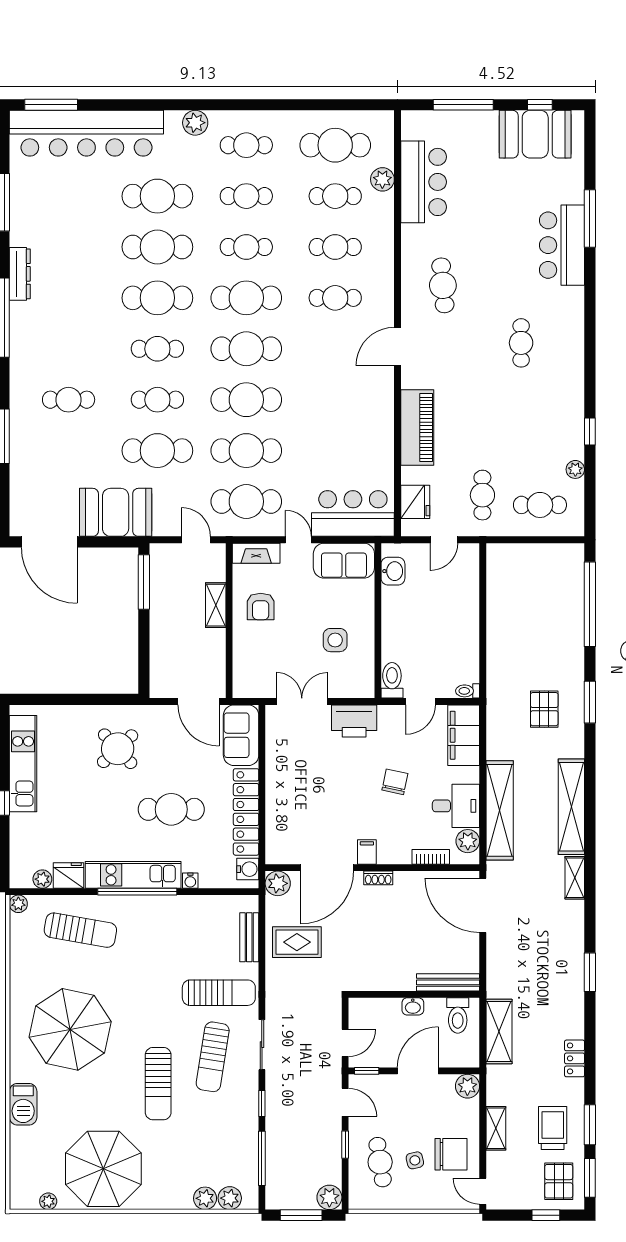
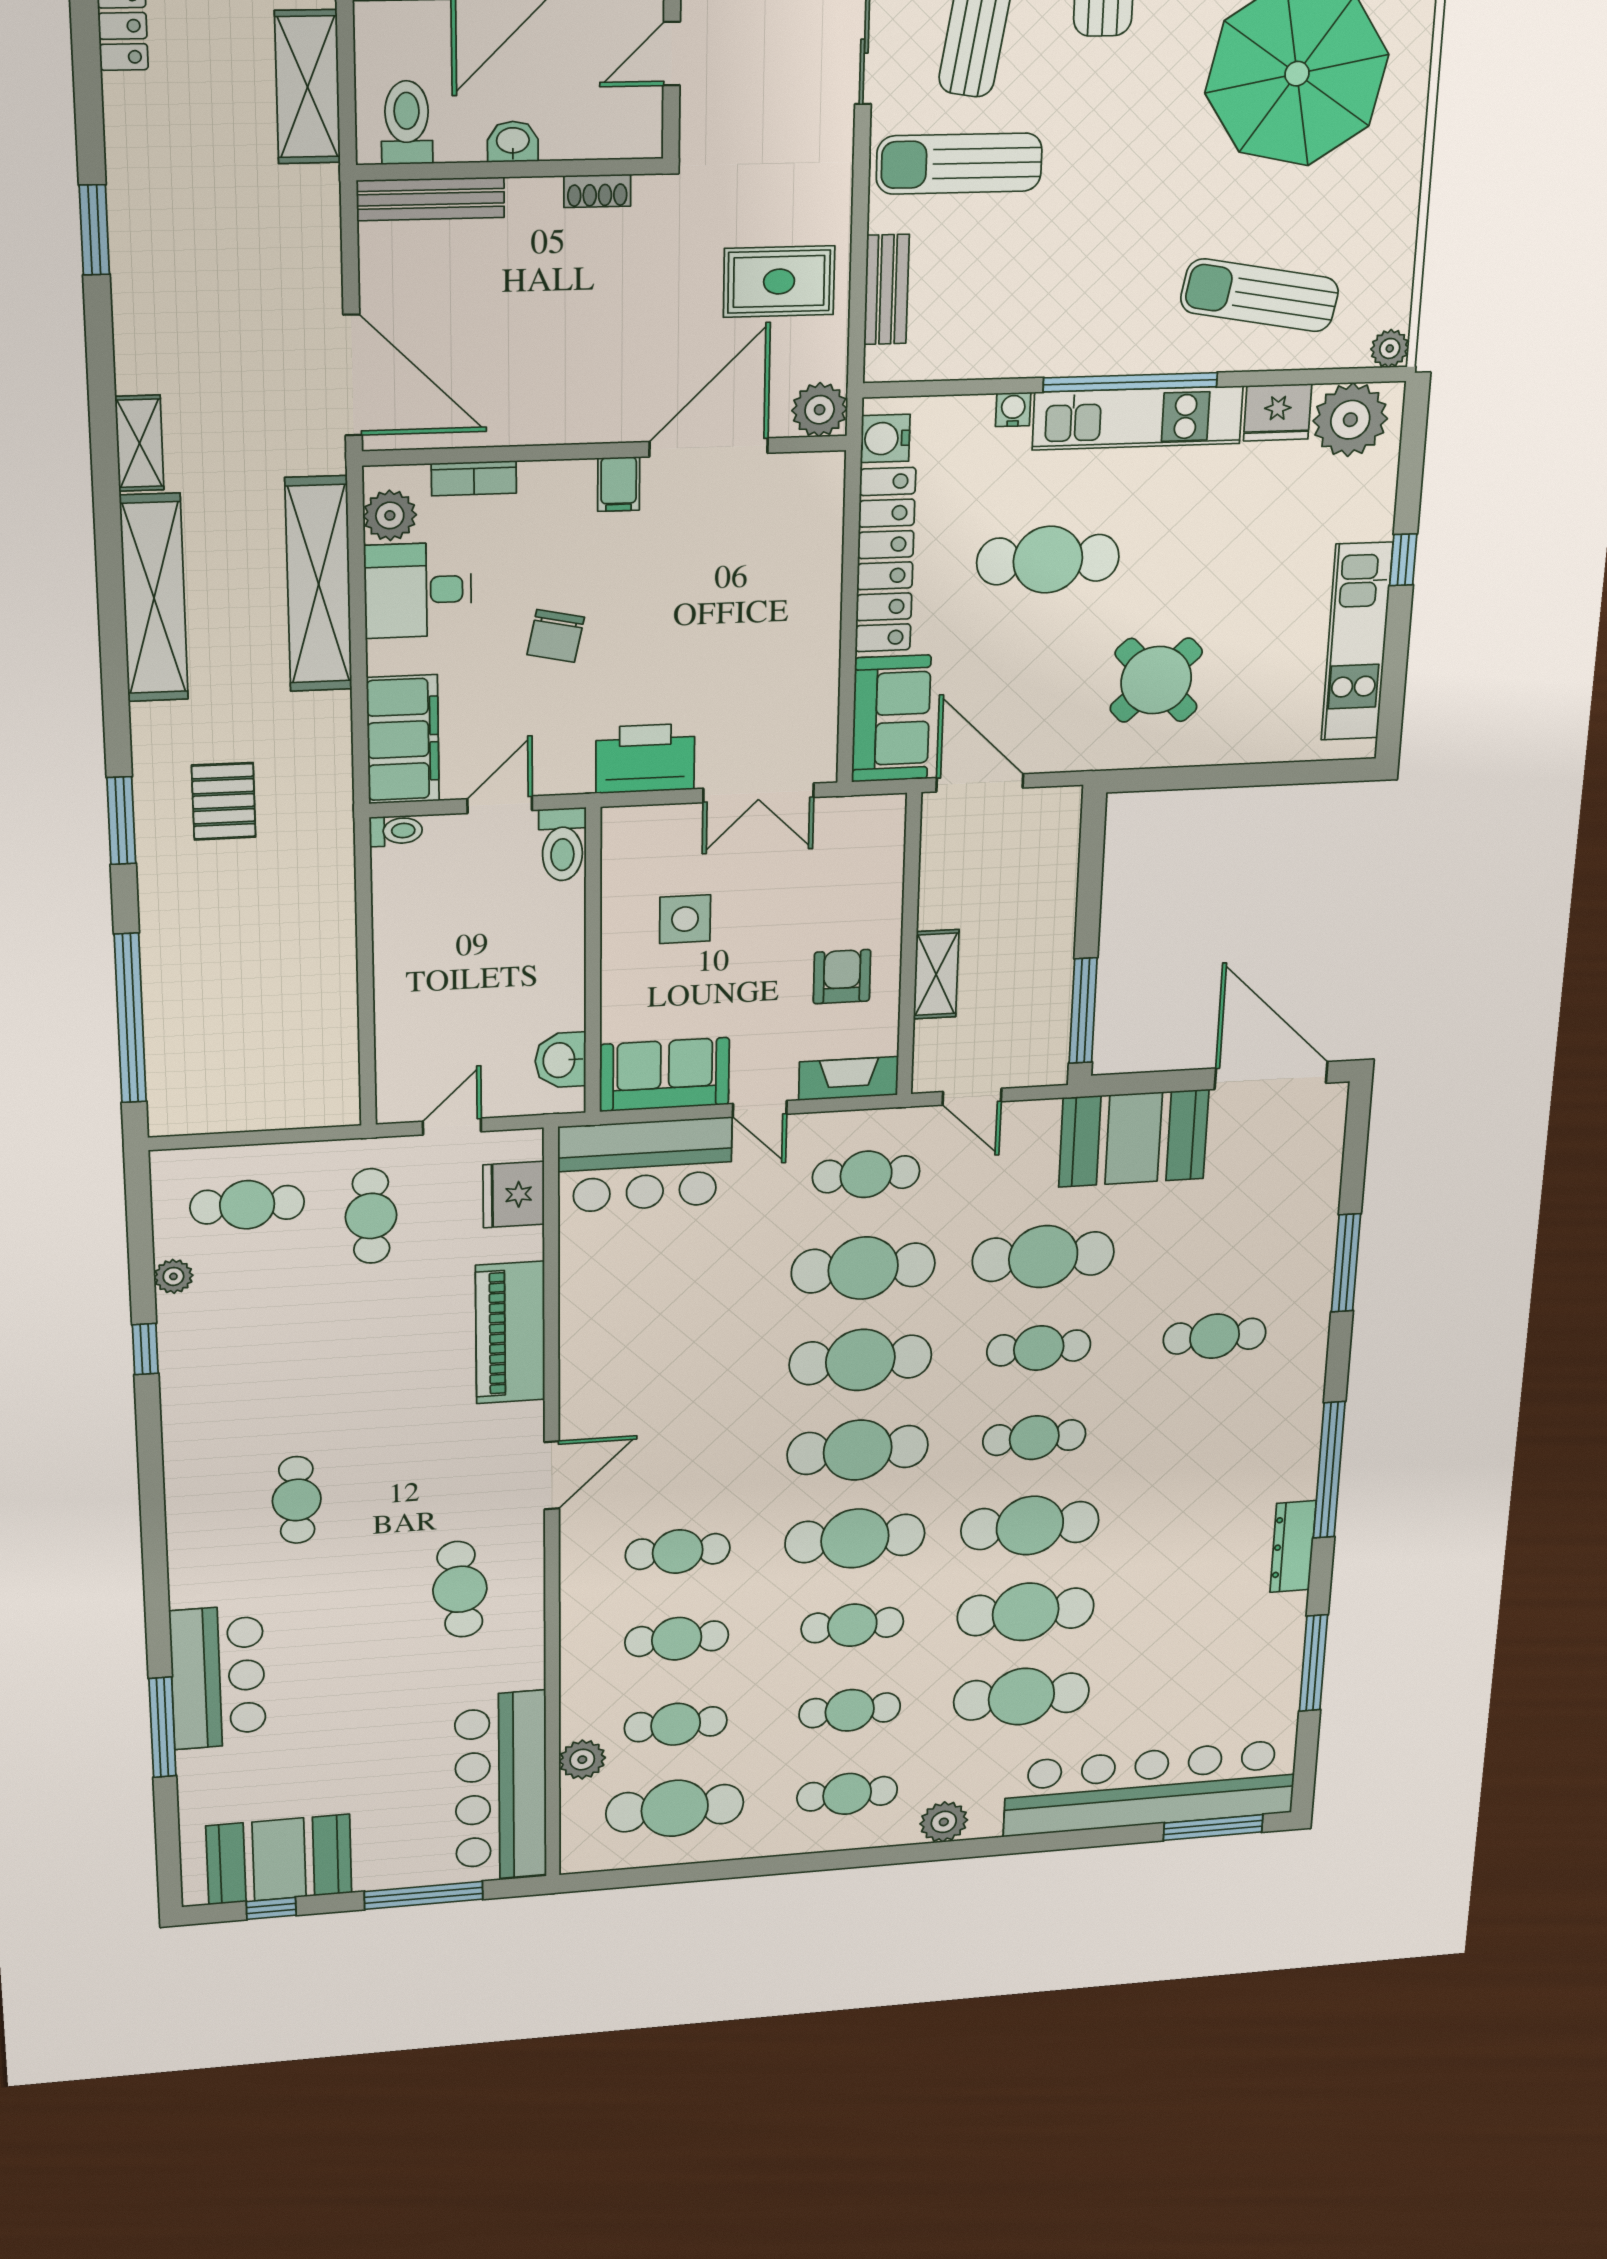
bar counter: (424, 182) -> (501, 1787), width x1.36
cafe table: (246, 501) -> (866, 1174), width x0.73, depth x0.74
shoe rack: (378, 878) -> (597, 191), moved, turned 180
plant: (42, 879) -> (1350, 420), width x1.87, depth x1.87

